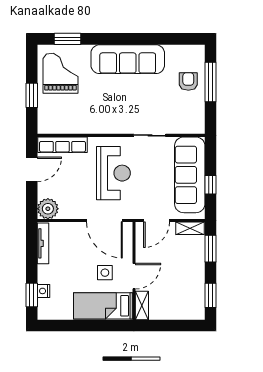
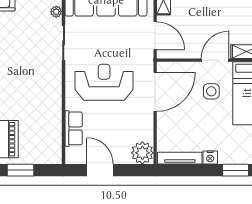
plant: (179, 129) -> (56, 12), added
row of seats: (63, 145) -> (74, 128), width x0.68
door: (134, 276) -> (215, 60), hinge flipped
nightstand: (44, 291) -> (210, 157), moved

